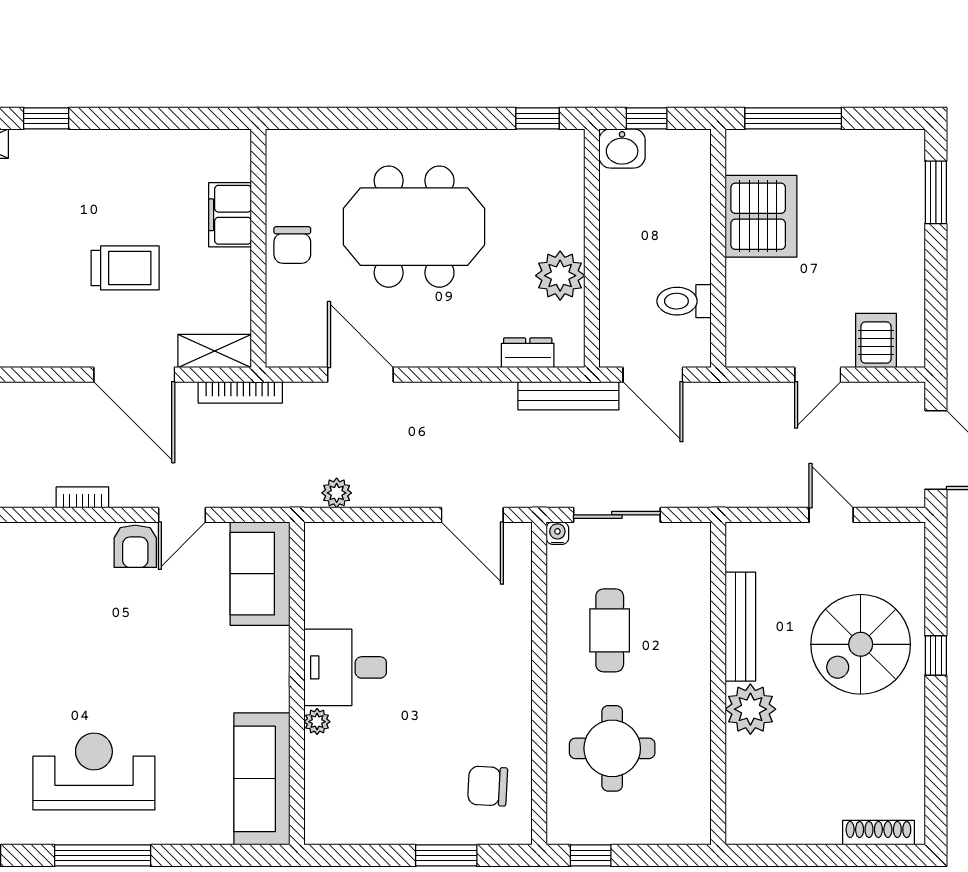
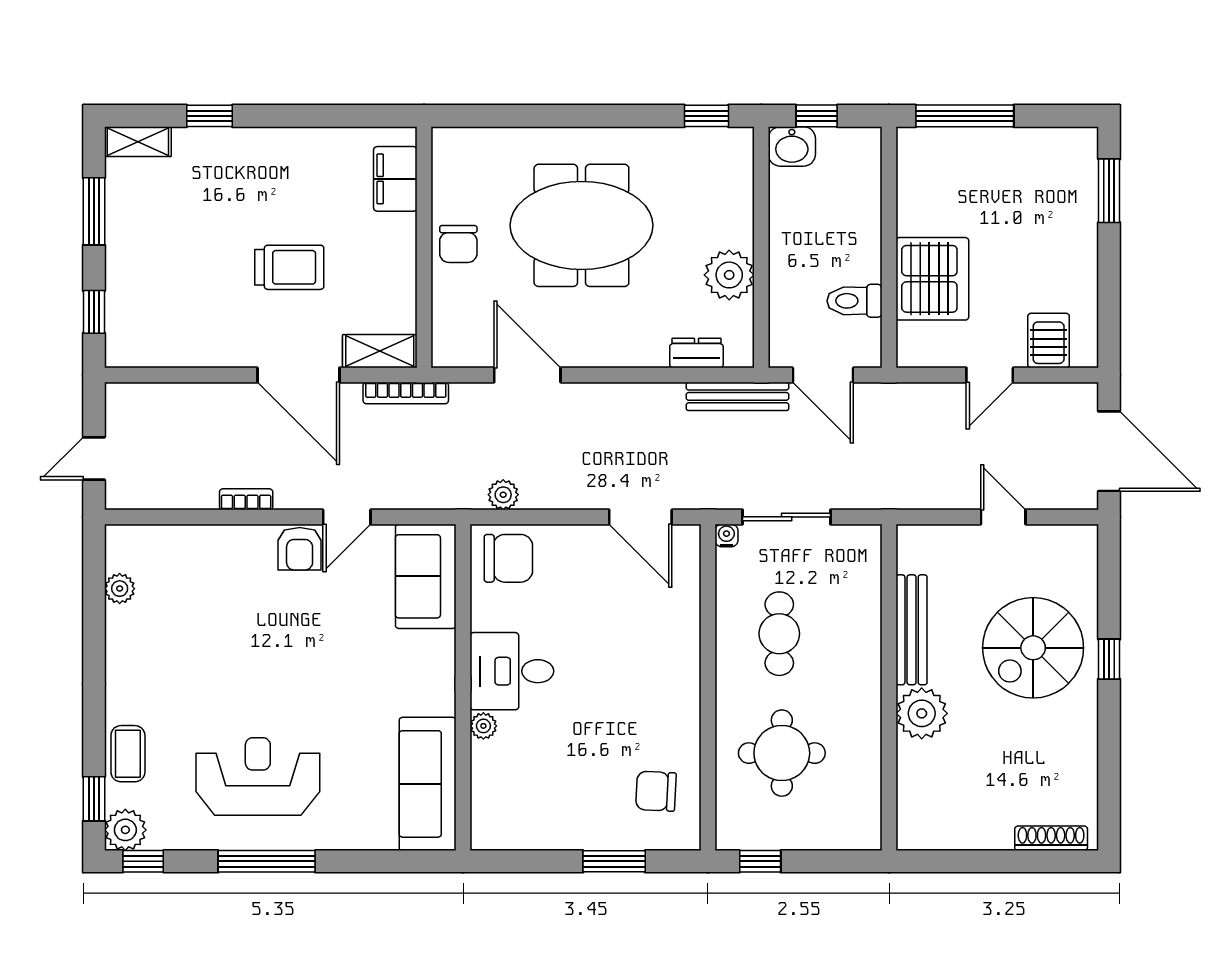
filing cabinet: (230, 215) -> (395, 179), moved
server rack: (761, 216) -> (932, 279), moved
chair: (342, 556) -> (508, 558), added

